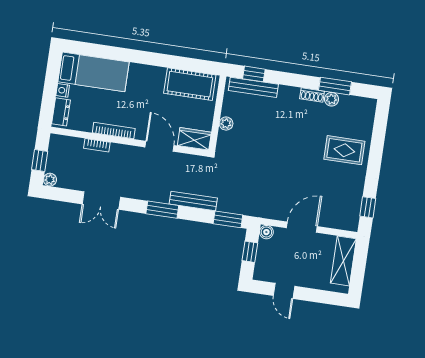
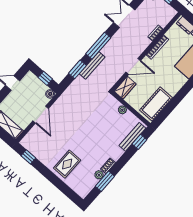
window: (162, 210) -> (98, 46), width x1.44
window: (228, 219) -> (77, 69), moved

